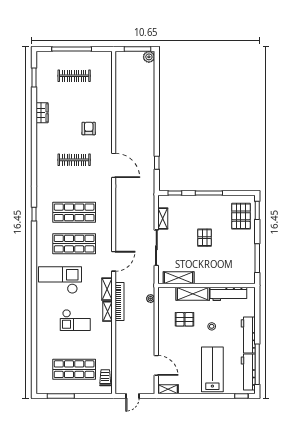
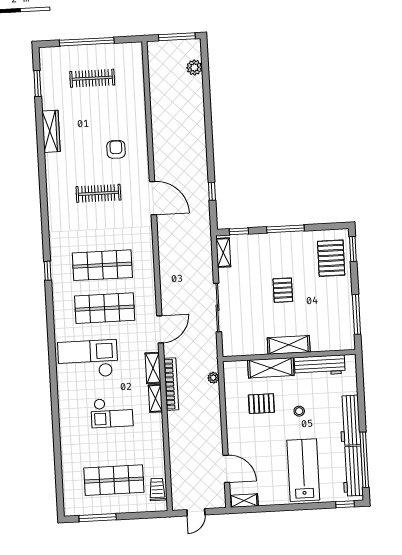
plant: (149, 57) -> (194, 68), moved
wardrobe: (42, 113) -> (51, 131), width x1.50
shelving: (163, 218) -> (223, 253), moved
shelving: (179, 278) -> (289, 345), moved

